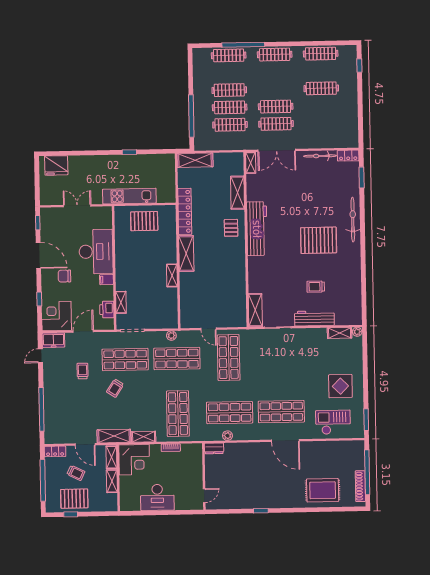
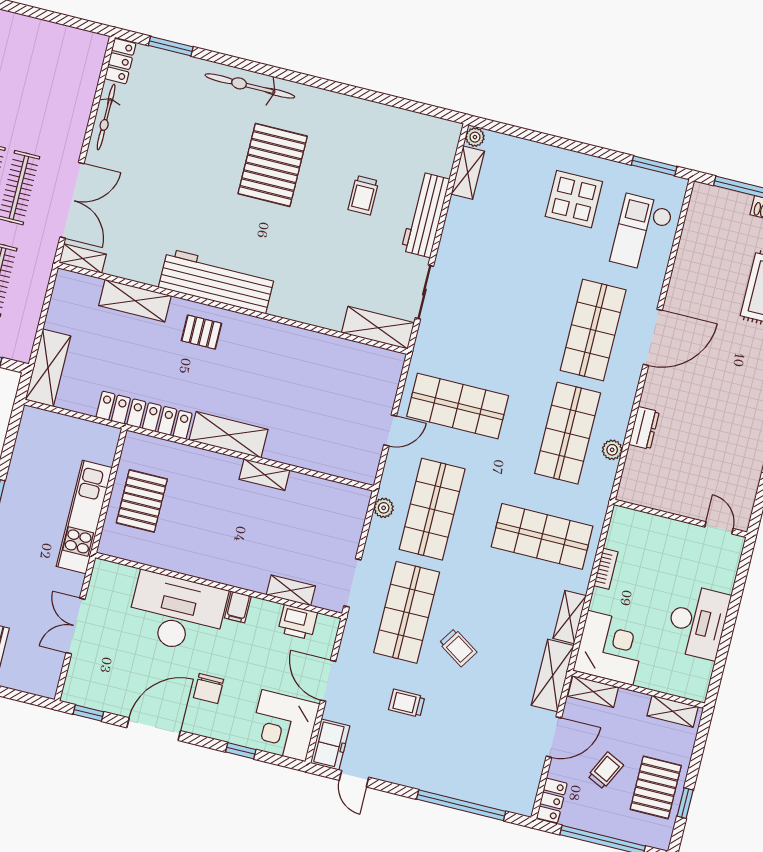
dresser: (214, 448) -> (644, 428), moved
shelving: (112, 481) -> (673, 711), moved

